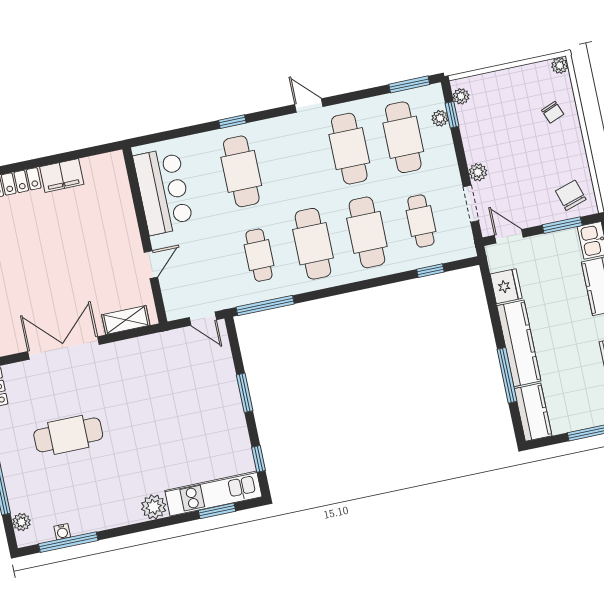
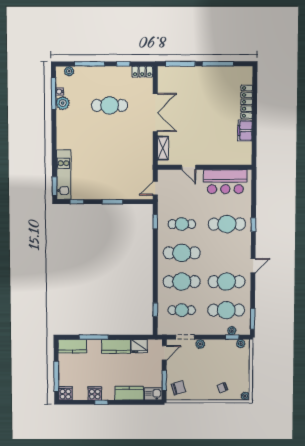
window: (265, 305) -> (155, 222), width x0.46
kitchen counter: (519, 343) -> (116, 346), width x0.67
cafe table: (68, 435) -> (110, 105), turned 90
plant: (154, 507) -> (63, 103), moved
window: (217, 511) -> (55, 186), moved

